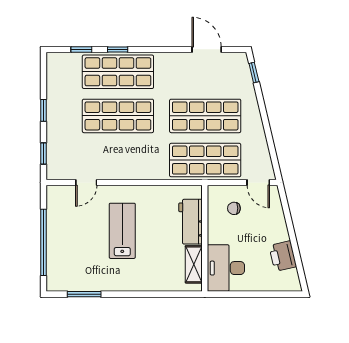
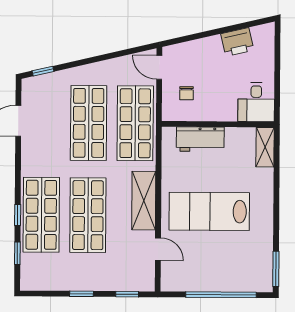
shelving: (132, 169) -> (144, 201), added
door: (258, 182) -> (159, 67), swing flipped
lab bench: (122, 231) -> (209, 211), width x1.36, depth x1.39
shelving: (194, 264) -> (265, 147), moved, turned 90
desk: (226, 268) -> (256, 102), width x0.73
window: (84, 294) -> (276, 269), moved

